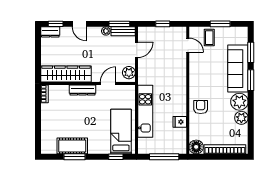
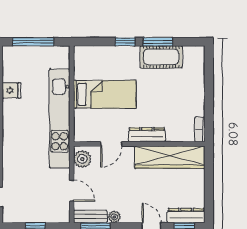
dresser: (50, 32) -> (186, 216), width x1.44
door: (136, 50) -> (72, 191), swing flipped
kitchen unit: (145, 111) -> (60, 118), width x1.36
bed: (121, 132) -> (105, 94), moved, turned -90
window: (116, 157) -> (125, 42), moved

